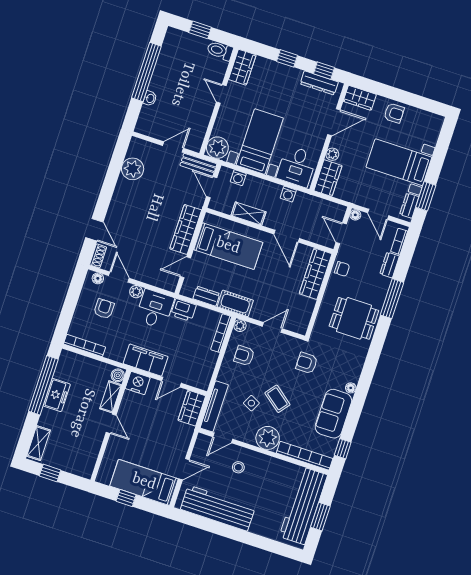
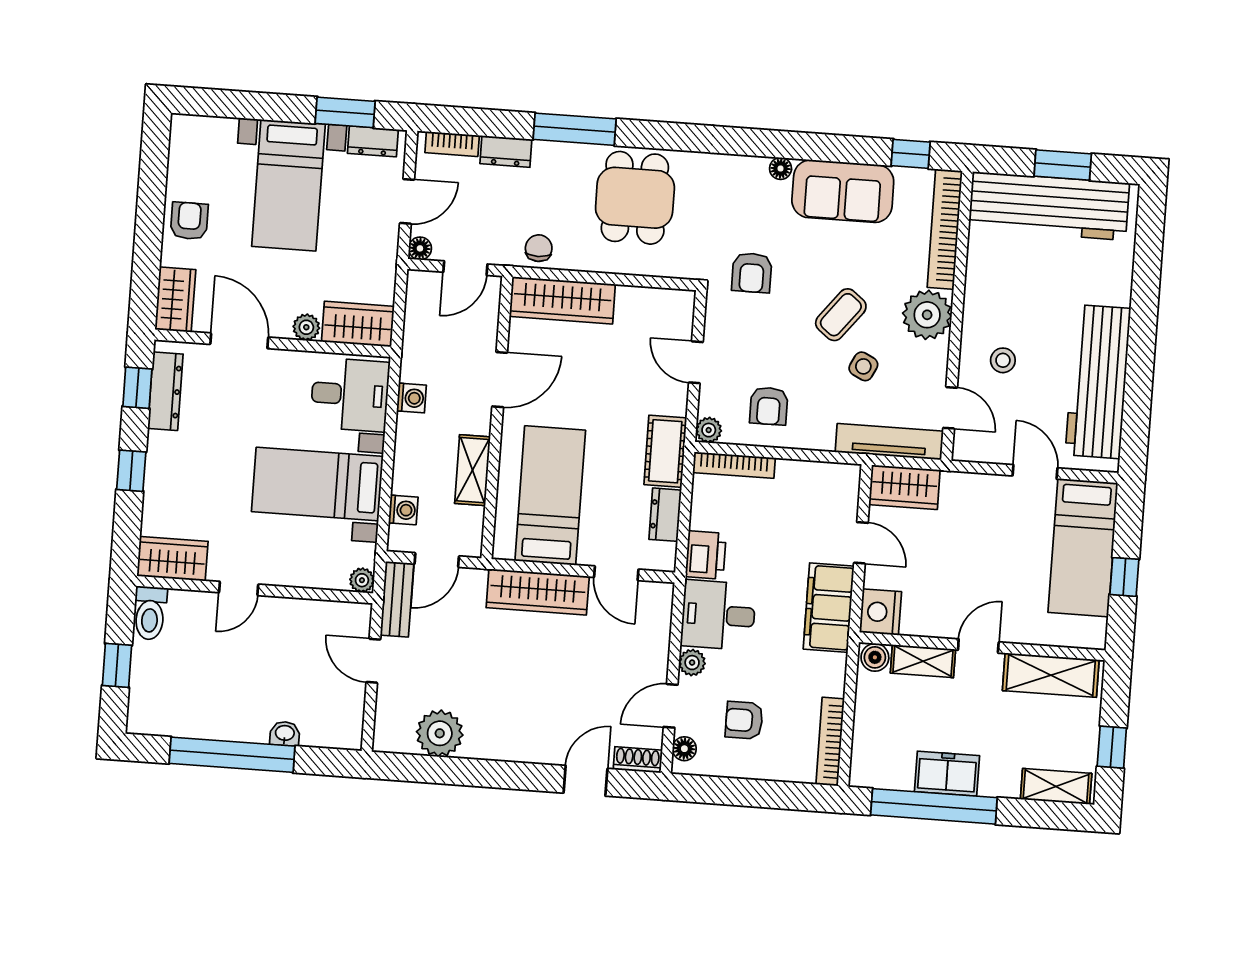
plant: (217, 148) -> (362, 580), width x0.53, depth x0.53
shelving: (90, 453) -> (1051, 675), added

